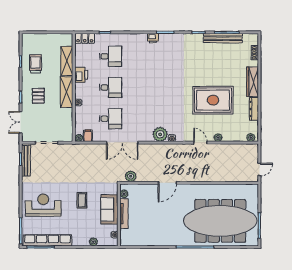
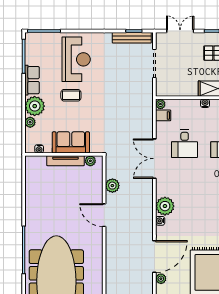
door: (200, 143) -> (154, 257), width x1.87
plant: (131, 176) -> (112, 186), moved
coffee table: (82, 200) -> (71, 95), moved
plant: (80, 238) -> (35, 106), added
row of seats: (48, 240) -> (32, 80), width x0.50

